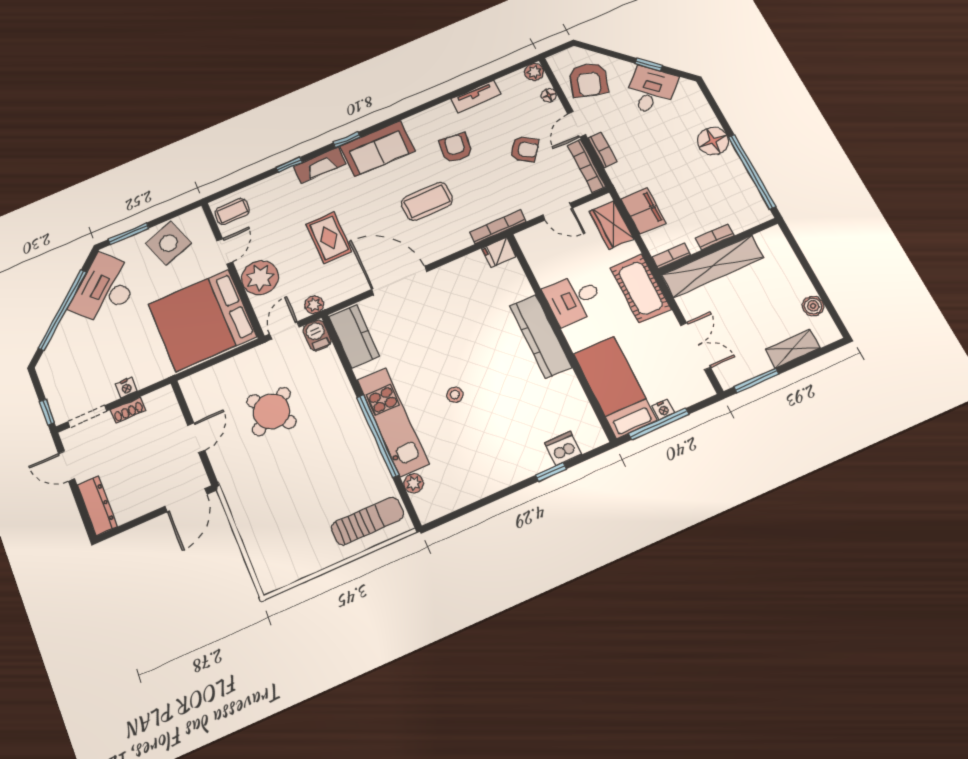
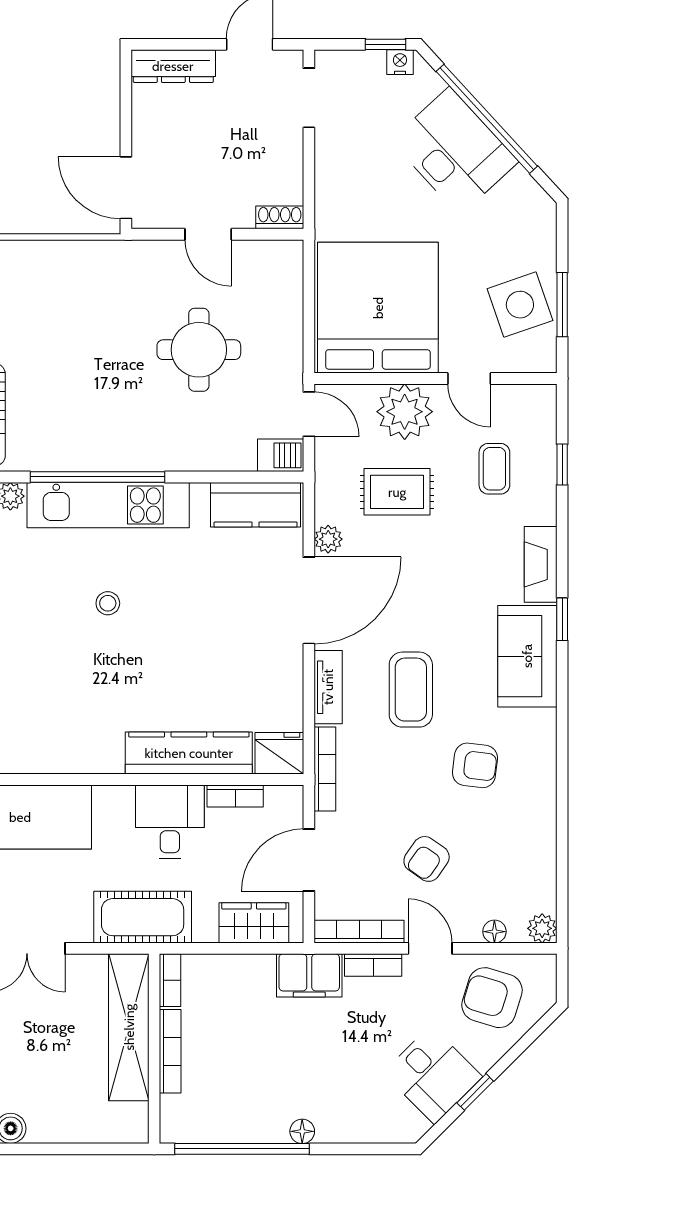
tv unit: (476, 97) -> (328, 687), moved, turned 180
floor lamp: (713, 141) -> (302, 1131), width x0.53, depth x0.53
window: (289, 165) -> (562, 465), moved
coffee table: (232, 211) -> (494, 469), moved
filing cabinet: (643, 211) -> (309, 975), moved
door: (558, 212) -> (309, 860), width x1.38
window: (128, 234) -> (562, 305), moved
bookcase: (715, 237) -> (170, 1051), width x1.56
rug: (329, 238) -> (397, 492), moved
fridge: (499, 252) -> (279, 753), width x1.38
bookcase: (539, 269) -> (235, 796), added
desk: (105, 289) -> (454, 151), moved
plant: (314, 305) -> (328, 539), moved
kitchen counter: (541, 337) -> (189, 753), moved
nightstand: (126, 387) -> (400, 62), moved, turned 90
shoe rack: (128, 410) -> (280, 217), moved, turned 90
round table: (271, 411) -> (199, 350), turned 34
window: (47, 412) -> (385, 44), moved

